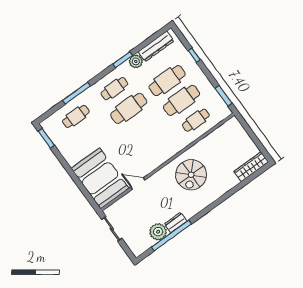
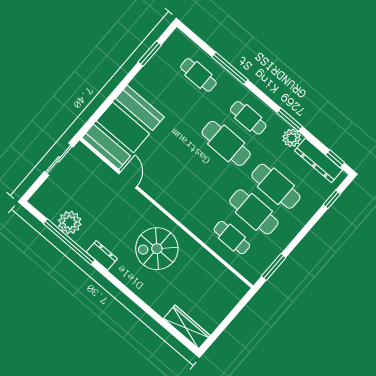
window: (158, 34) -> (335, 159), added
window: (194, 55) -> (332, 199), moved
window: (46, 138) -> (150, 54), moved
dresser: (176, 223) -> (102, 255), moved

